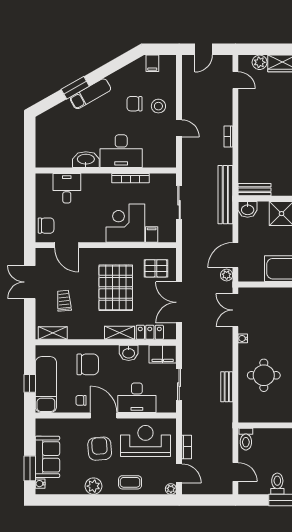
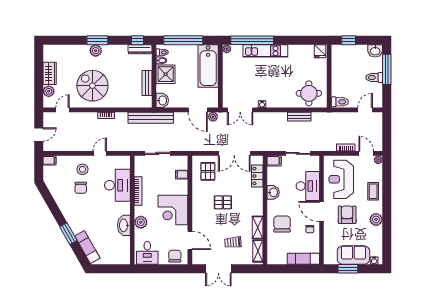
door: (204, 49) -> (39, 134), hinge flipped
filing cabinet: (152, 63) -> (49, 160), moved
exam couch: (90, 94) -> (87, 247), moved
spiral stairs: (267, 119) -> (92, 86), added
desk: (121, 151) -> (117, 185), moved
plant: (90, 182) -> (141, 222), added
desk: (67, 188) -> (147, 253), moved, turned -90
bench: (255, 190) -> (147, 83), moved
corner desk: (125, 223) -> (173, 210), moved
door: (67, 245) -> (190, 240), hinge flipped
pallet: (116, 288) -> (223, 202), width x0.49, depth x0.50
shelving: (120, 333) -> (258, 227), moved
filing cabinet: (163, 354) -> (274, 161), width x0.50
round table: (264, 375) -> (309, 93), moved
window: (30, 383) -> (297, 269), removed
exam couch: (46, 385) -> (303, 259), width x0.73, depth x0.69
door: (104, 416) -> (322, 212), hinge flipped
armchair: (100, 449) -> (347, 215), turned 94
window: (30, 468) -> (348, 269), moved
door: (179, 473) -> (366, 153), hinge flipped

